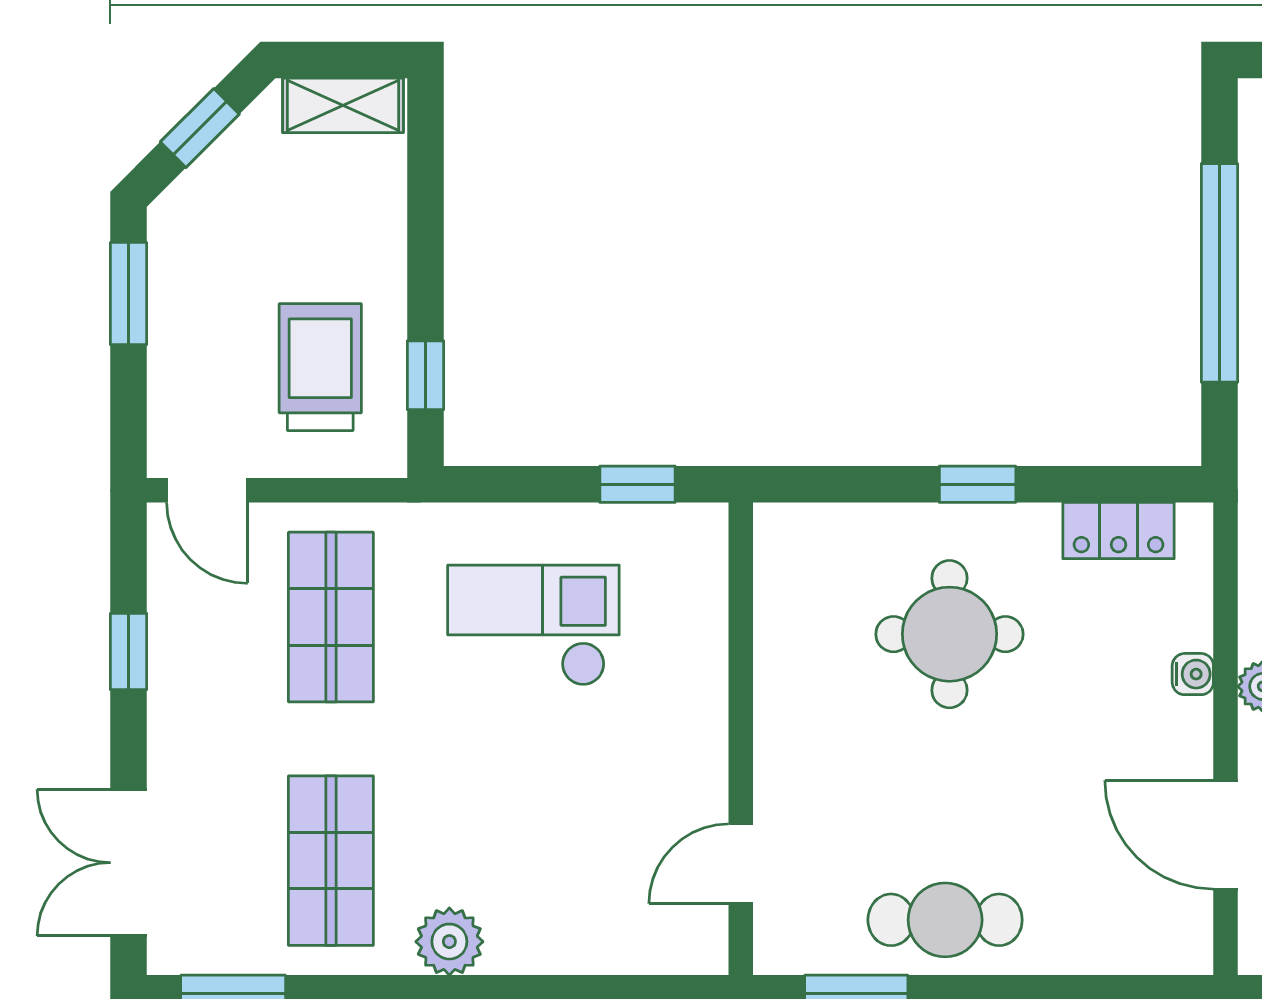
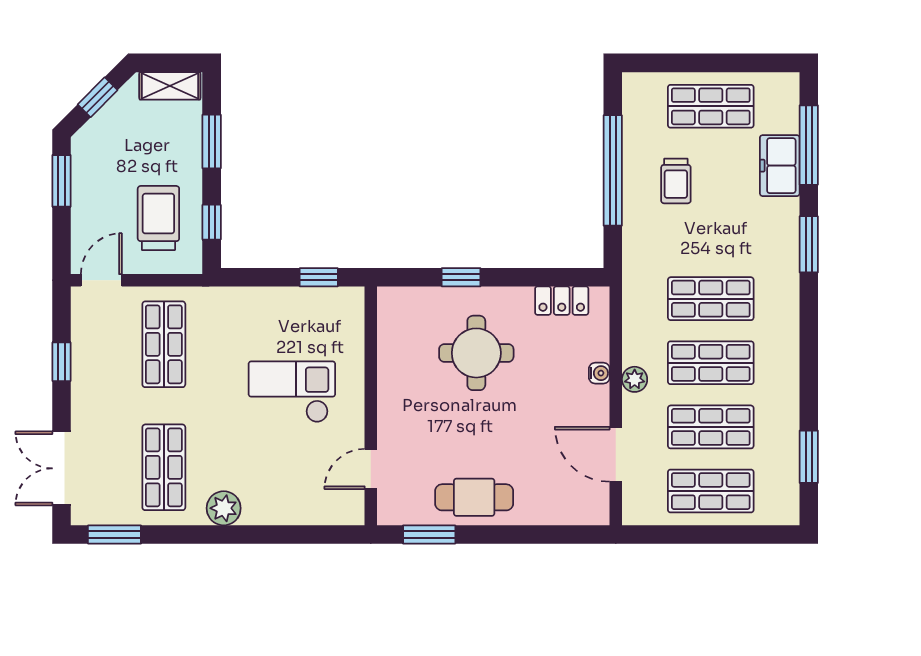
window: (425, 216) -> (212, 142), added
window: (978, 484) -> (461, 277), moved
door: (207, 490) -> (101, 280), swing flipped
checkout: (533, 625) -> (292, 392), moved

